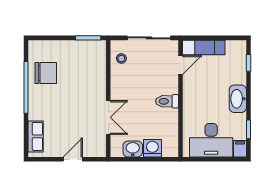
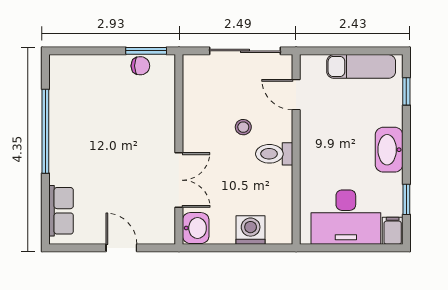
exam couch: (204, 47) -> (361, 66), moved
stool: (121, 58) -> (243, 127), moved
door: (181, 65) -> (296, 95), swing flipped
chair: (46, 73) -> (140, 66), moved, width x0.54, depth x0.54
washbasin: (133, 149) -> (196, 228), moved, turned 90
door: (73, 159) -> (121, 248), hinge flipped

